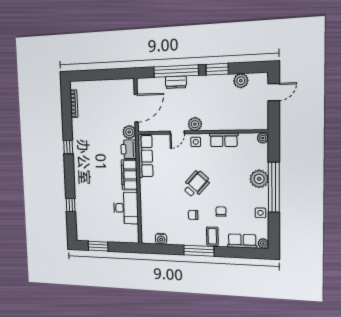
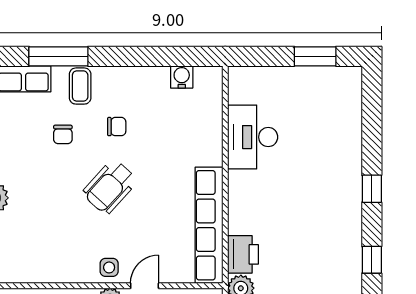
row of seats: (224, 140) -> (56, 271), removed
row of seats: (145, 156) -> (209, 225), width x1.36
filing cabinet: (129, 175) -> (243, 204), removed
window: (71, 205) -> (372, 189), moved
window: (199, 251) -> (58, 56), moved

